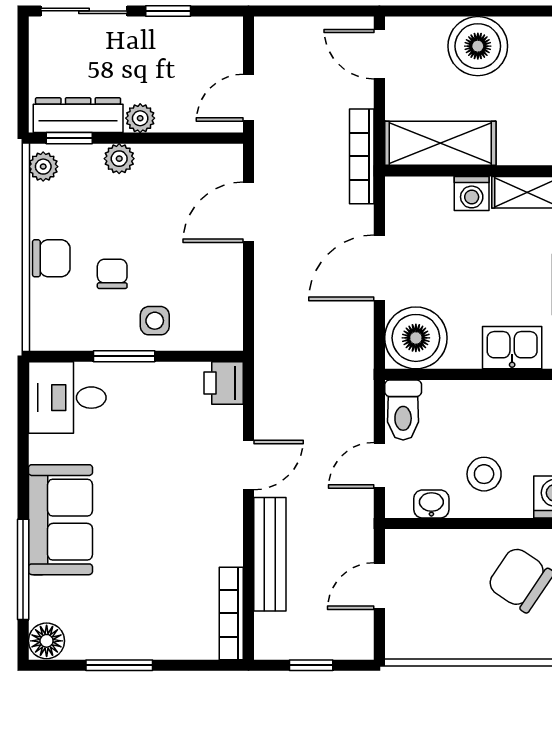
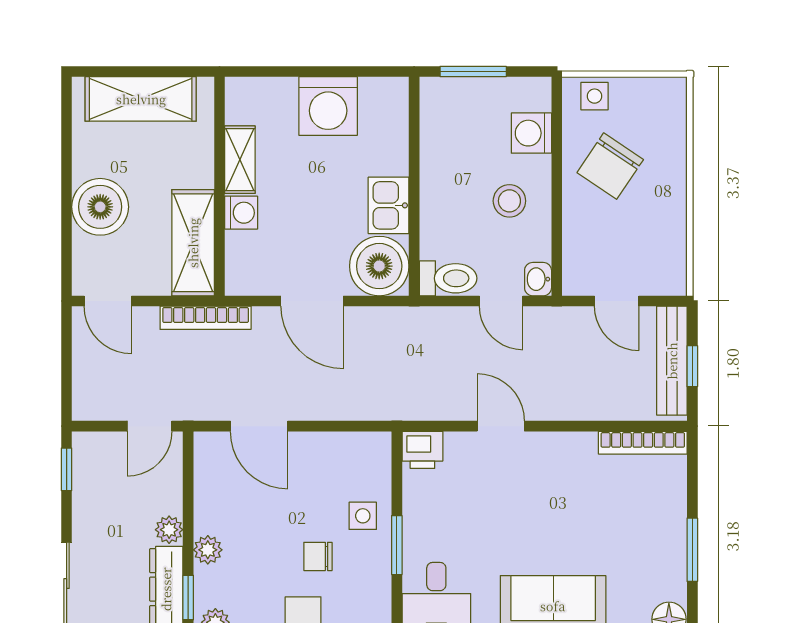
window: (168, 11) -> (67, 469), moved
door: (379, 54) -> (108, 301), hinge flipped
door: (248, 98) -> (150, 426), hinge flipped
kitchen sink: (512, 348) -> (389, 205), moved
washbasin: (431, 504) -> (538, 279), moved
bench: (270, 554) -> (672, 361), moved, turned 90

